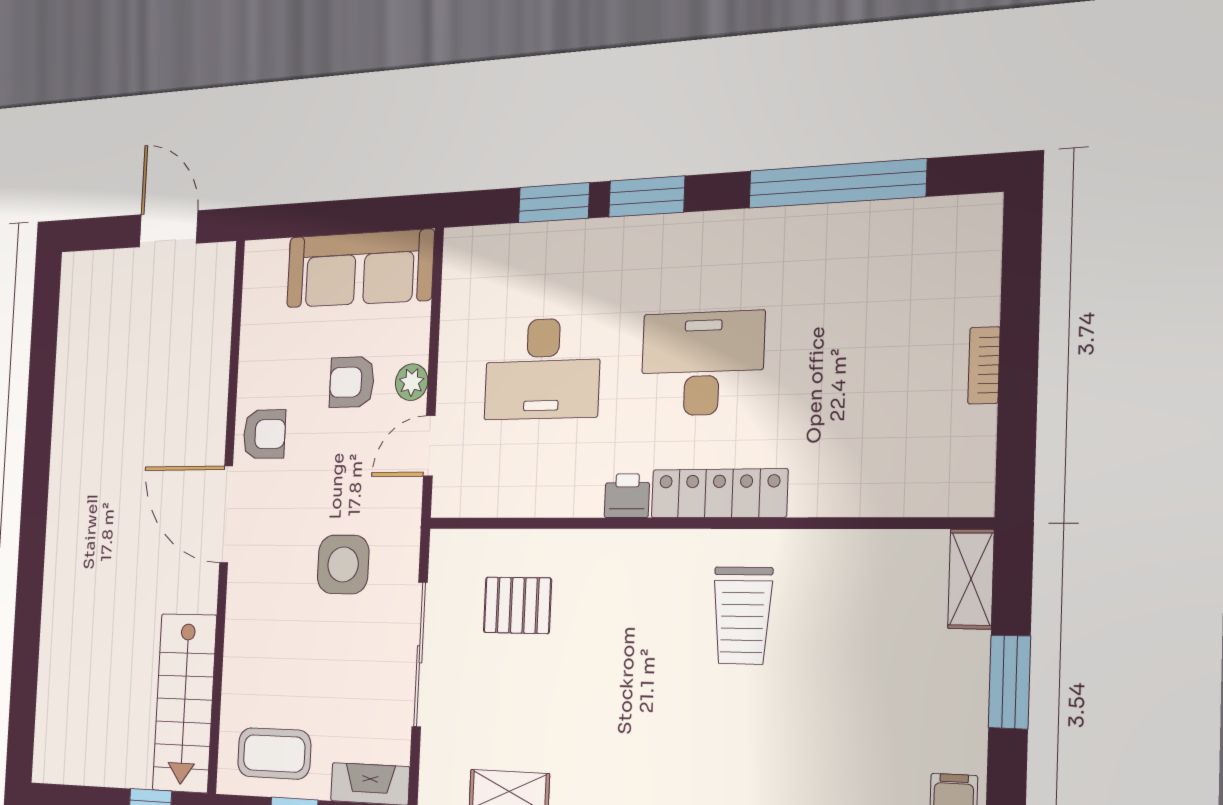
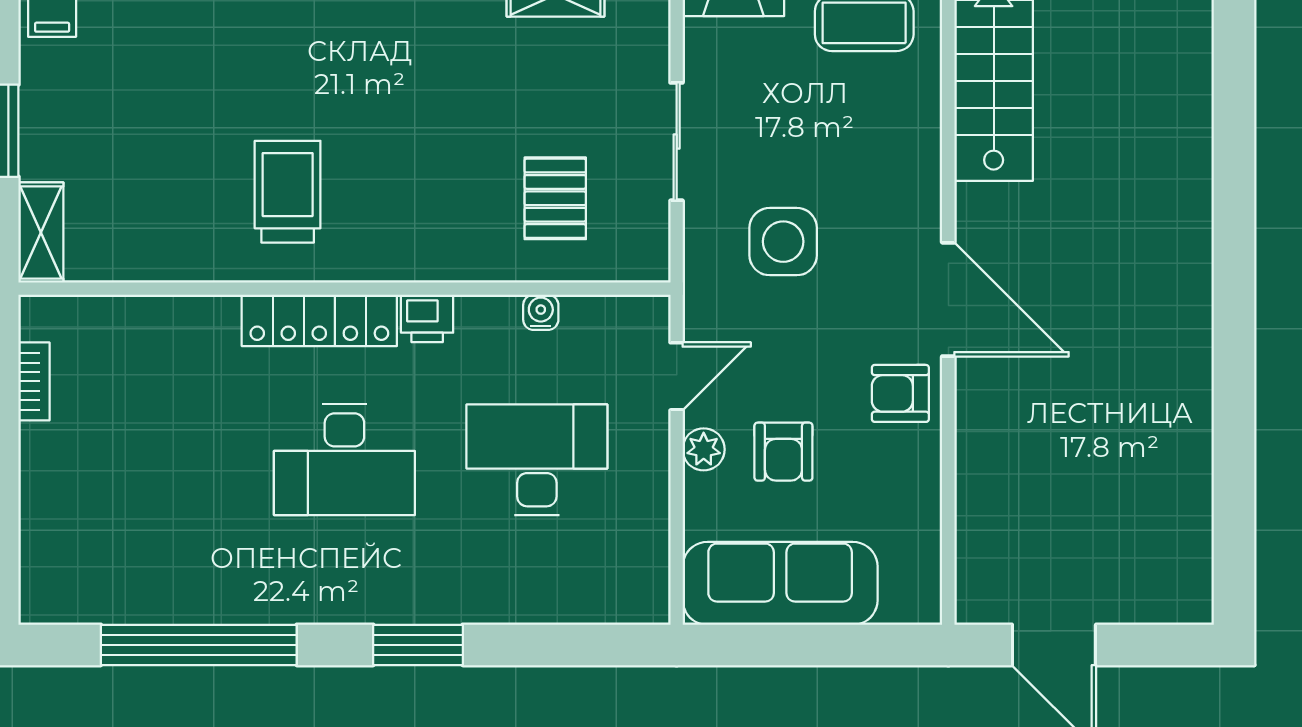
window: (554, 203) -> (531, 645), removed
bookcase: (984, 365) -> (34, 381), moved
armchair: (352, 382) -> (783, 452), turned 90
water cooler: (533, 502) -> (541, 312), added
pallet: (517, 605) -> (555, 198), turned 90
sliding door: (420, 654) -> (677, 142), width x0.73

